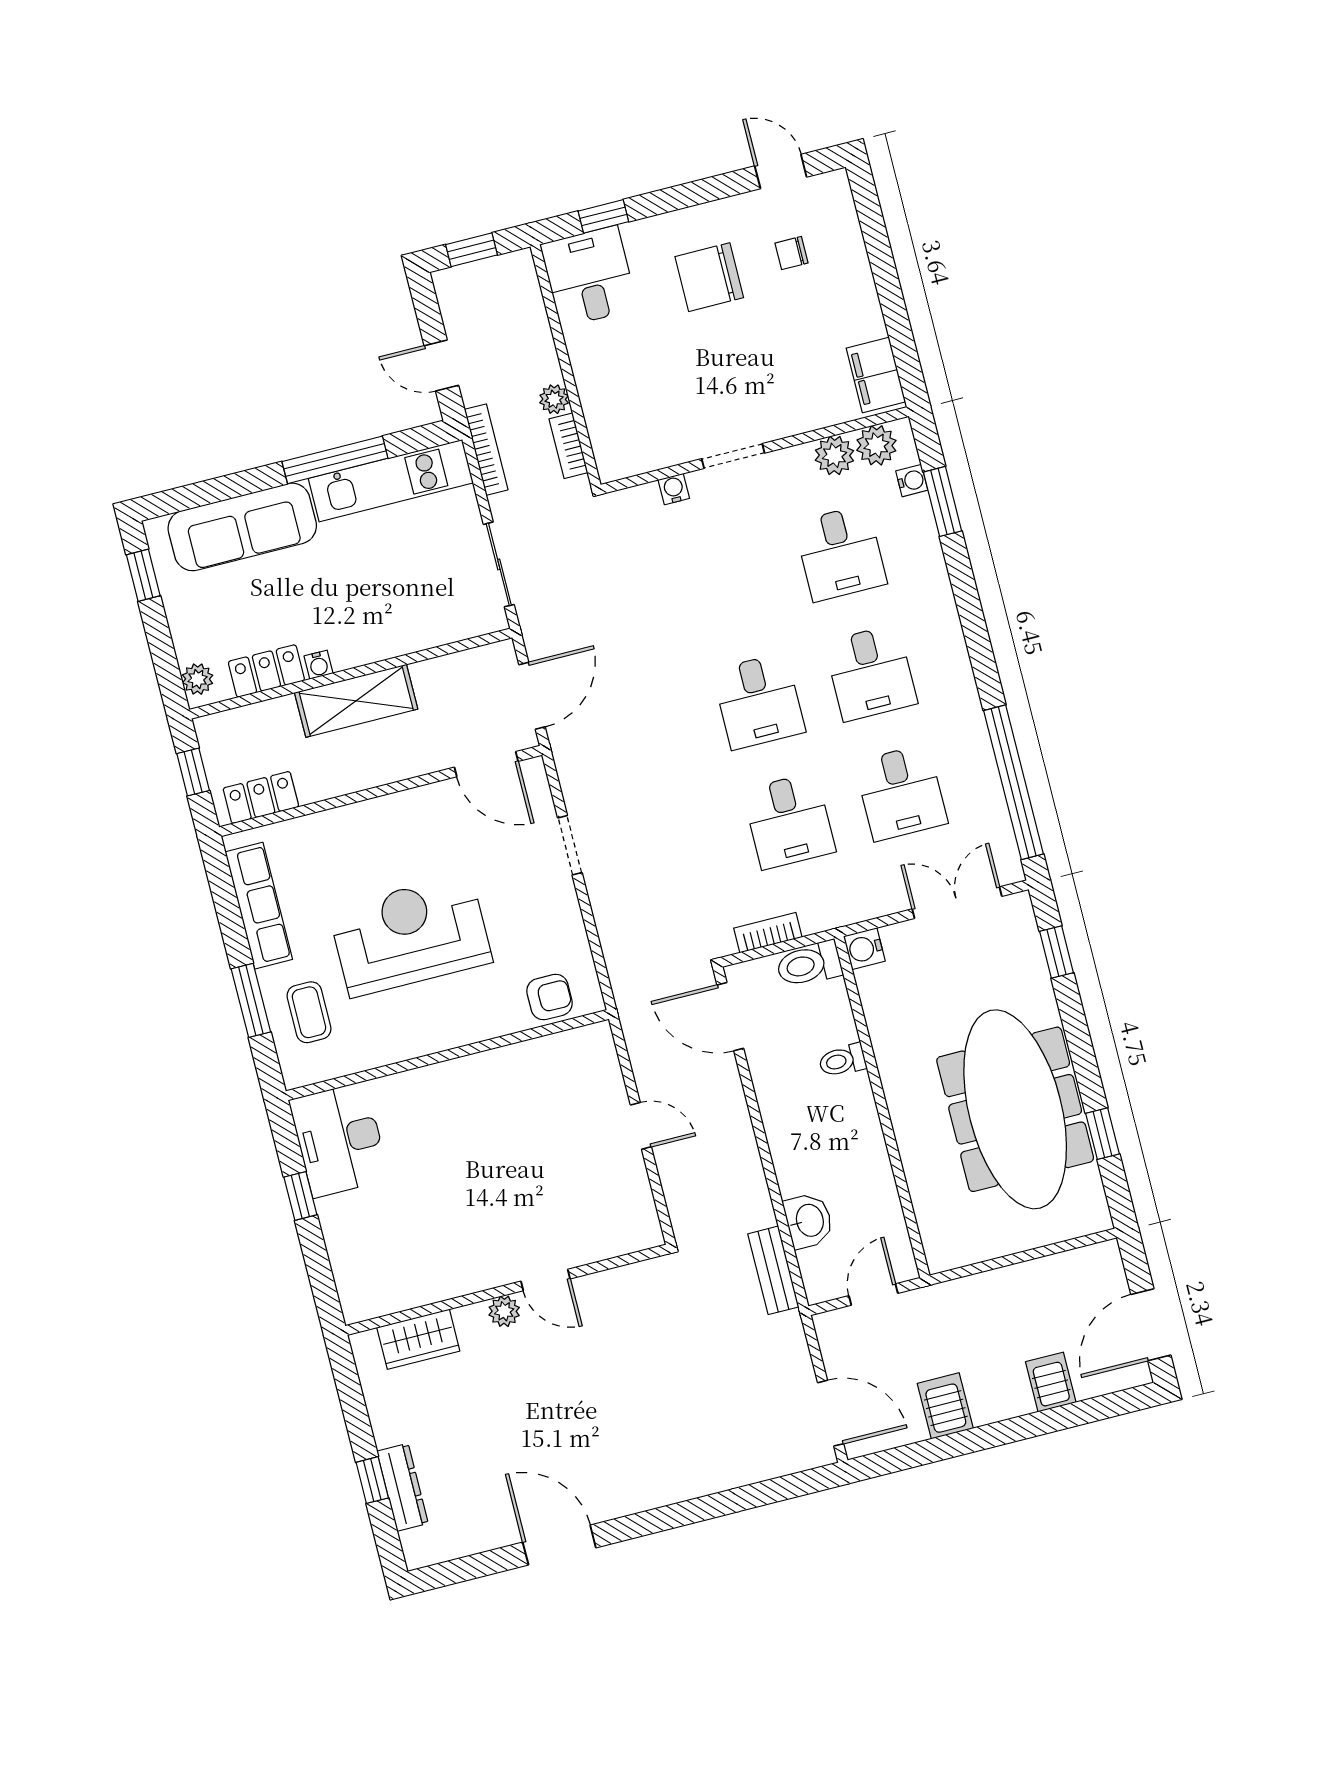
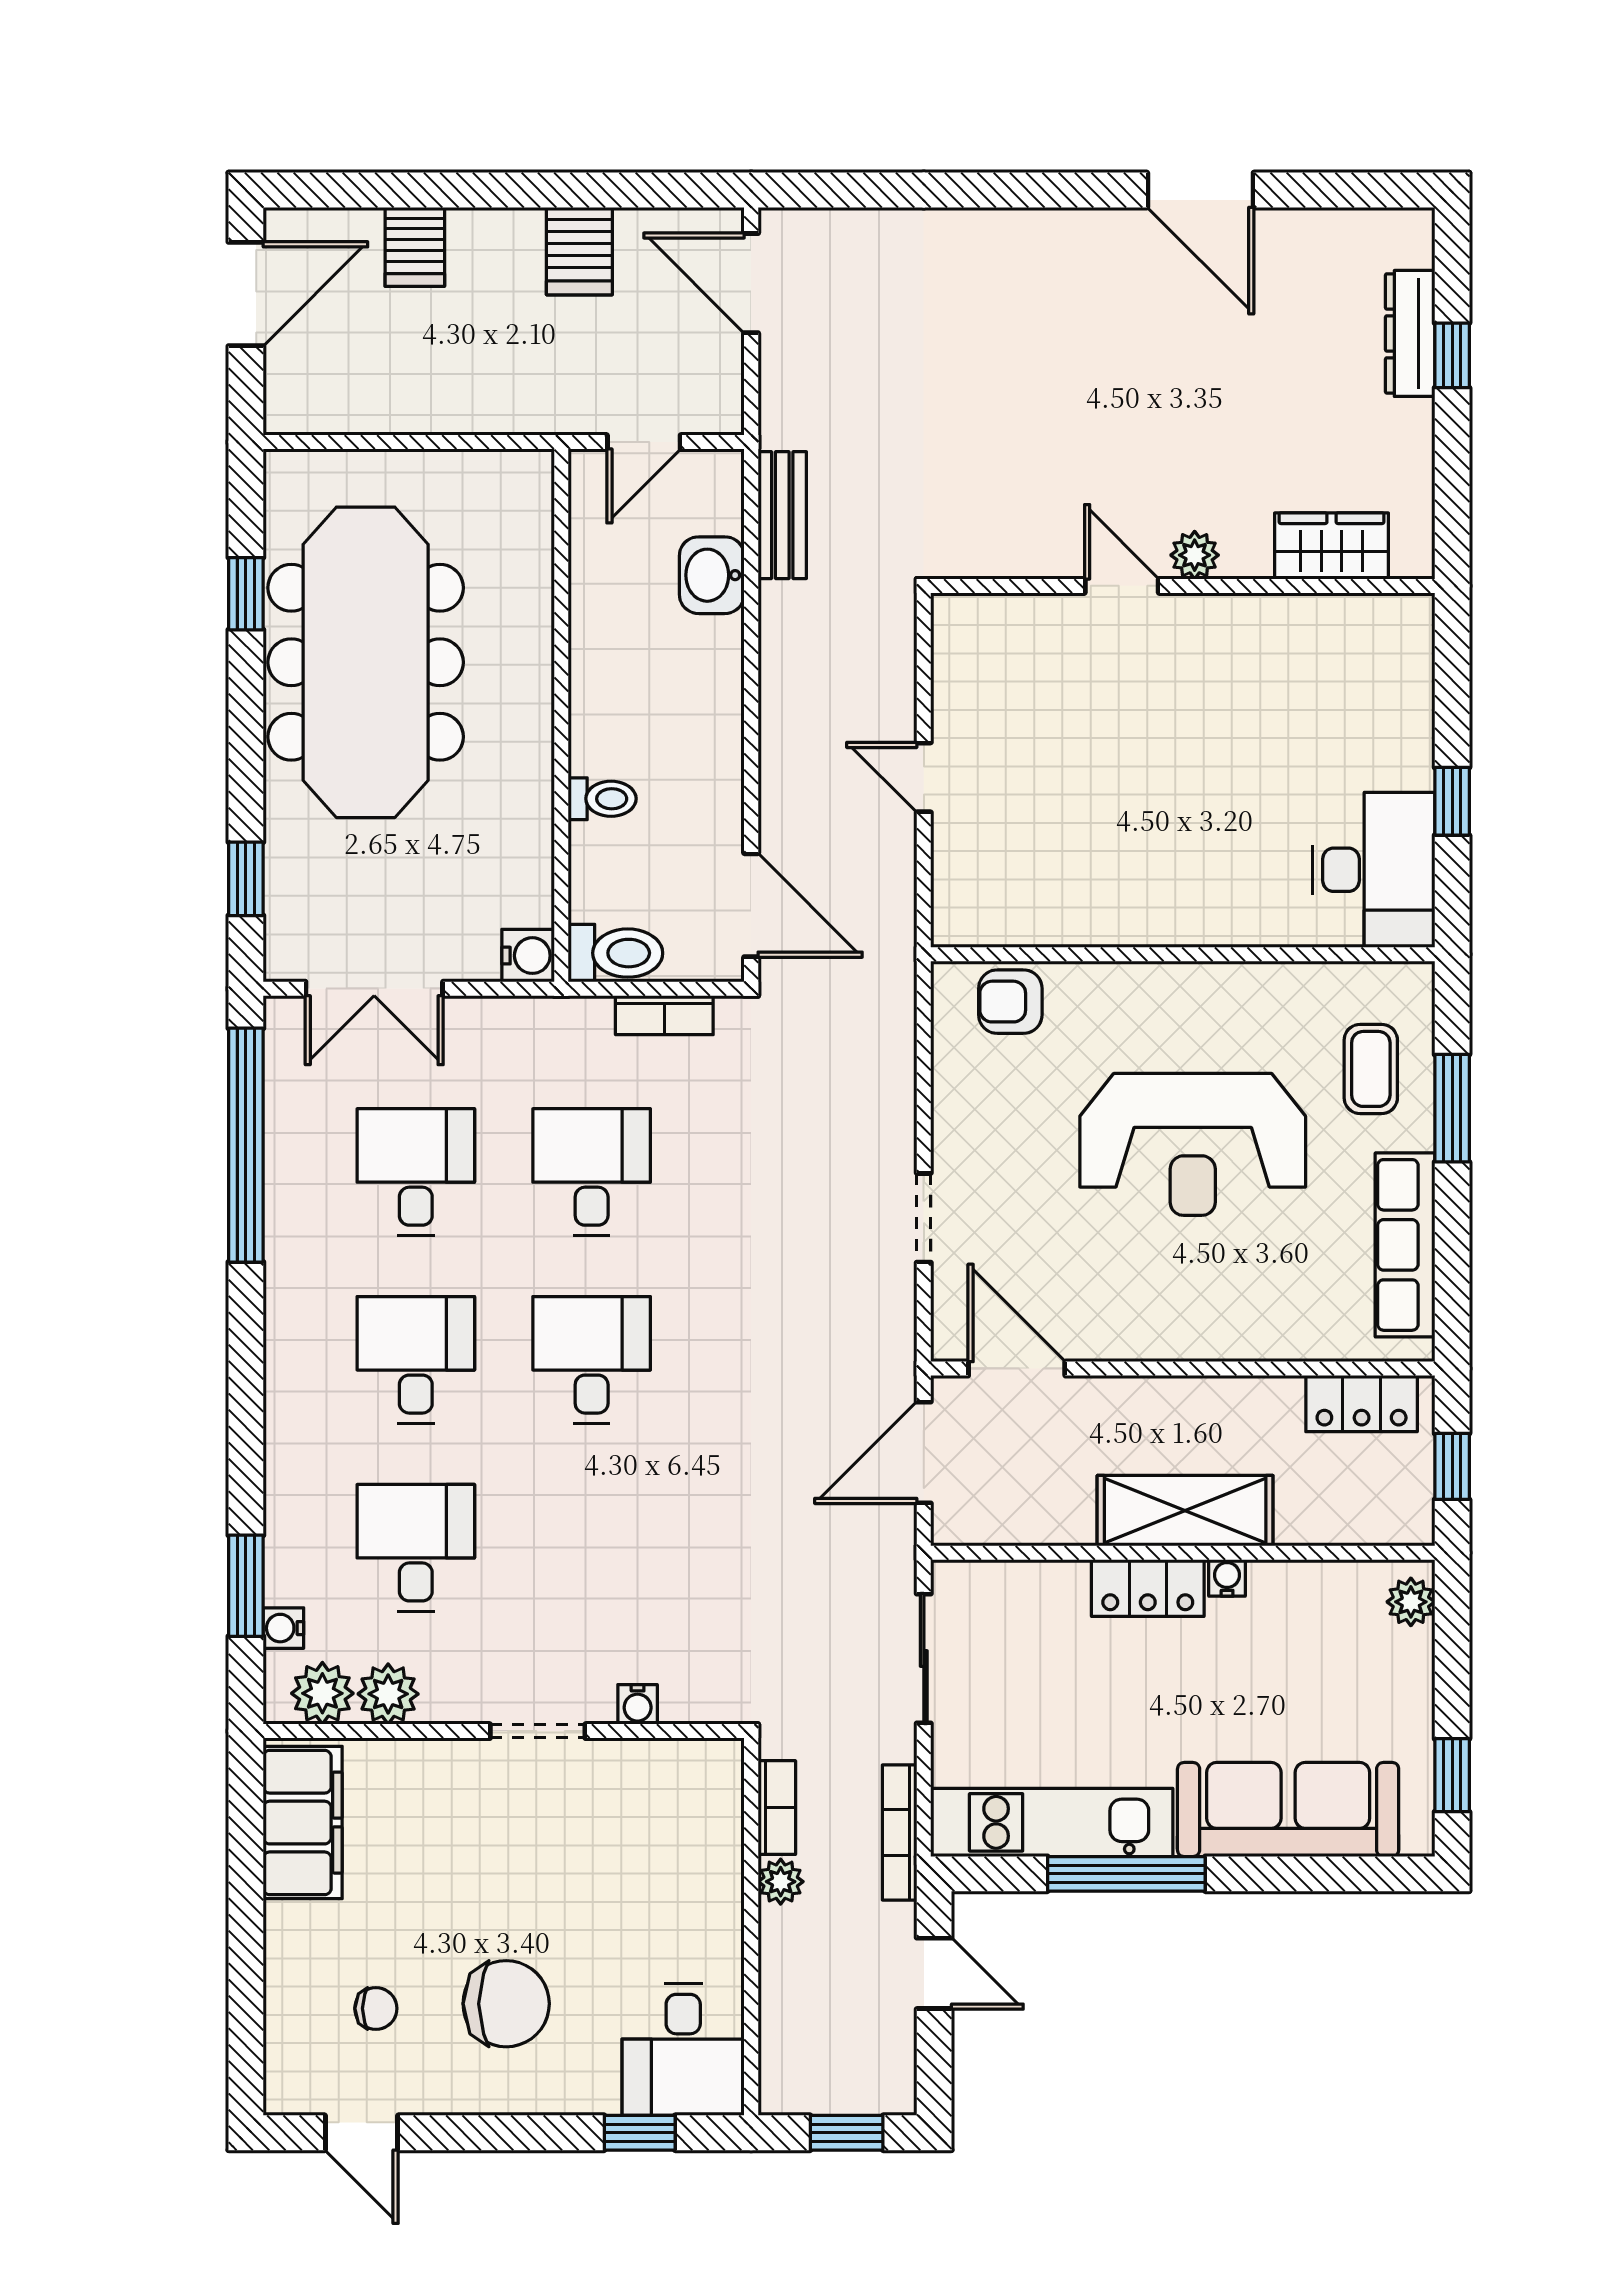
filing cabinet: (876, 375) -> (303, 1823), width x1.50, depth x1.17
locker: (266, 671) -> (1148, 1588), moved

